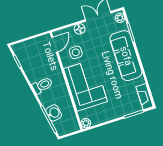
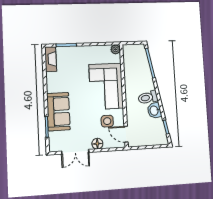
plant: (120, 18) -> (54, 144), removed
door: (55, 45) -> (126, 134), hinge flipped
sofa: (126, 56) -> (58, 112), width x0.73
washbasin: (54, 113) -> (154, 111), moved

